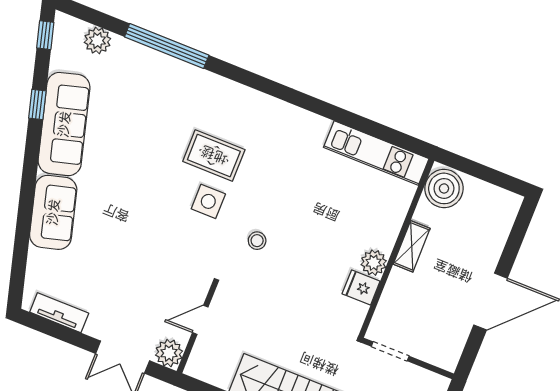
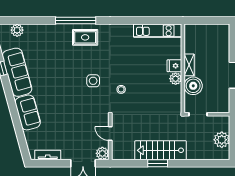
window: (167, 46) -> (76, 21), moved
rug: (214, 155) -> (85, 37), moved
boiler: (444, 188) -> (193, 86), moved
fridge: (361, 287) -> (174, 66), moved
door: (200, 320) -> (110, 134), hinge flipped

